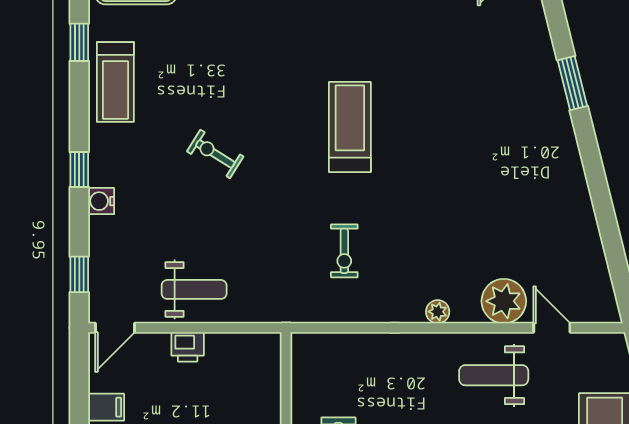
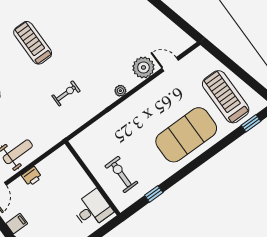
exercise bike: (344, 251) -> (66, 93), turned -90
weight bench: (494, 375) -> (161, 100), removed

